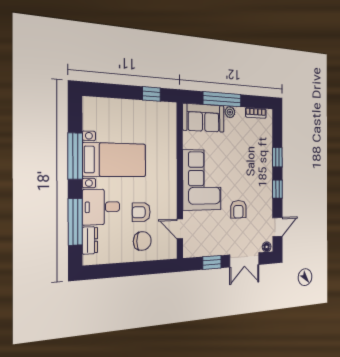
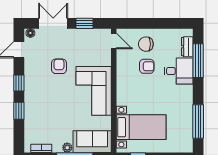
window: (75, 156) -> (198, 121), moved
bed with nightstands: (115, 160) -> (141, 127), moved, turned 180
door: (180, 229) -> (114, 41), moved

